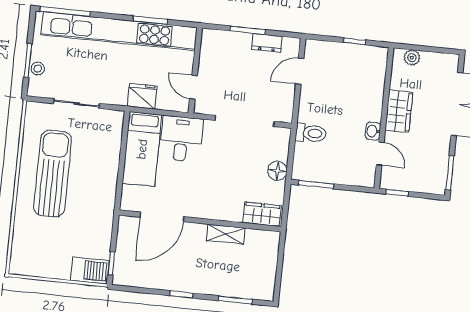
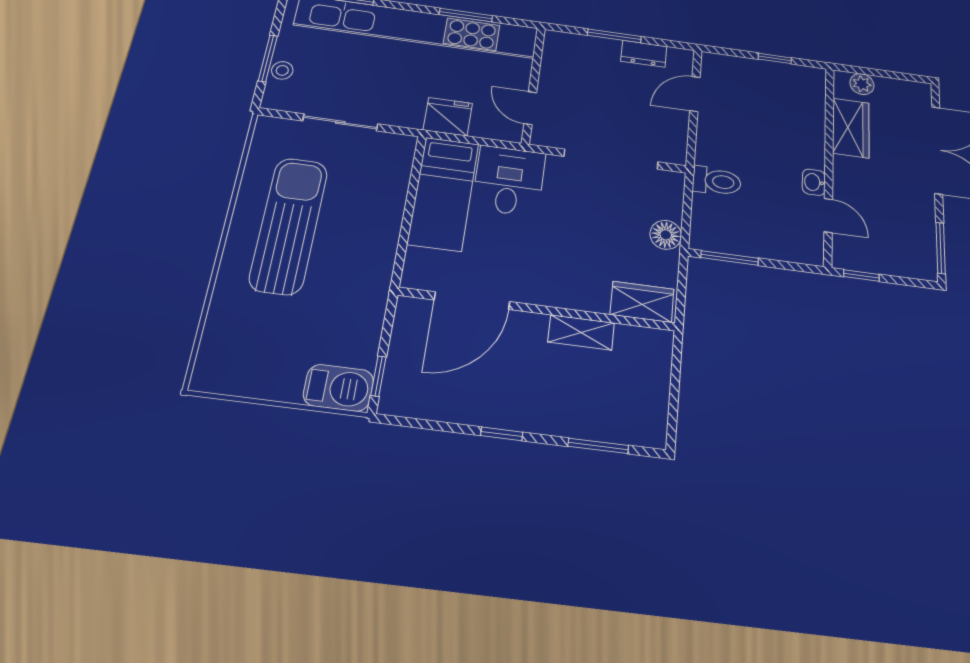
wardrobe: (399, 111) -> (851, 128), moved

